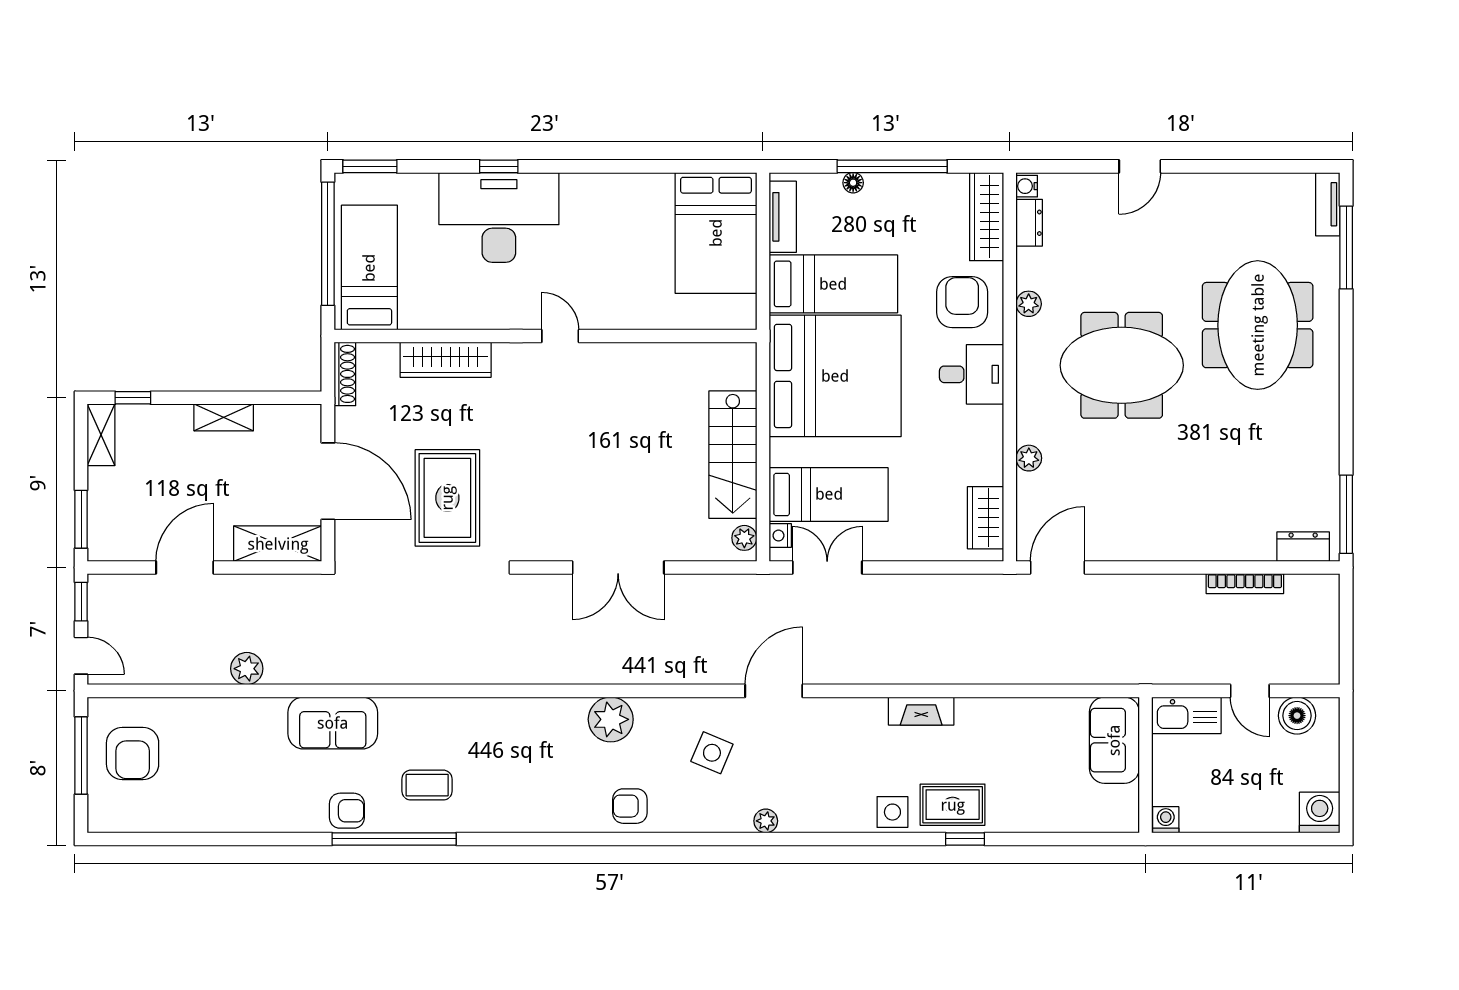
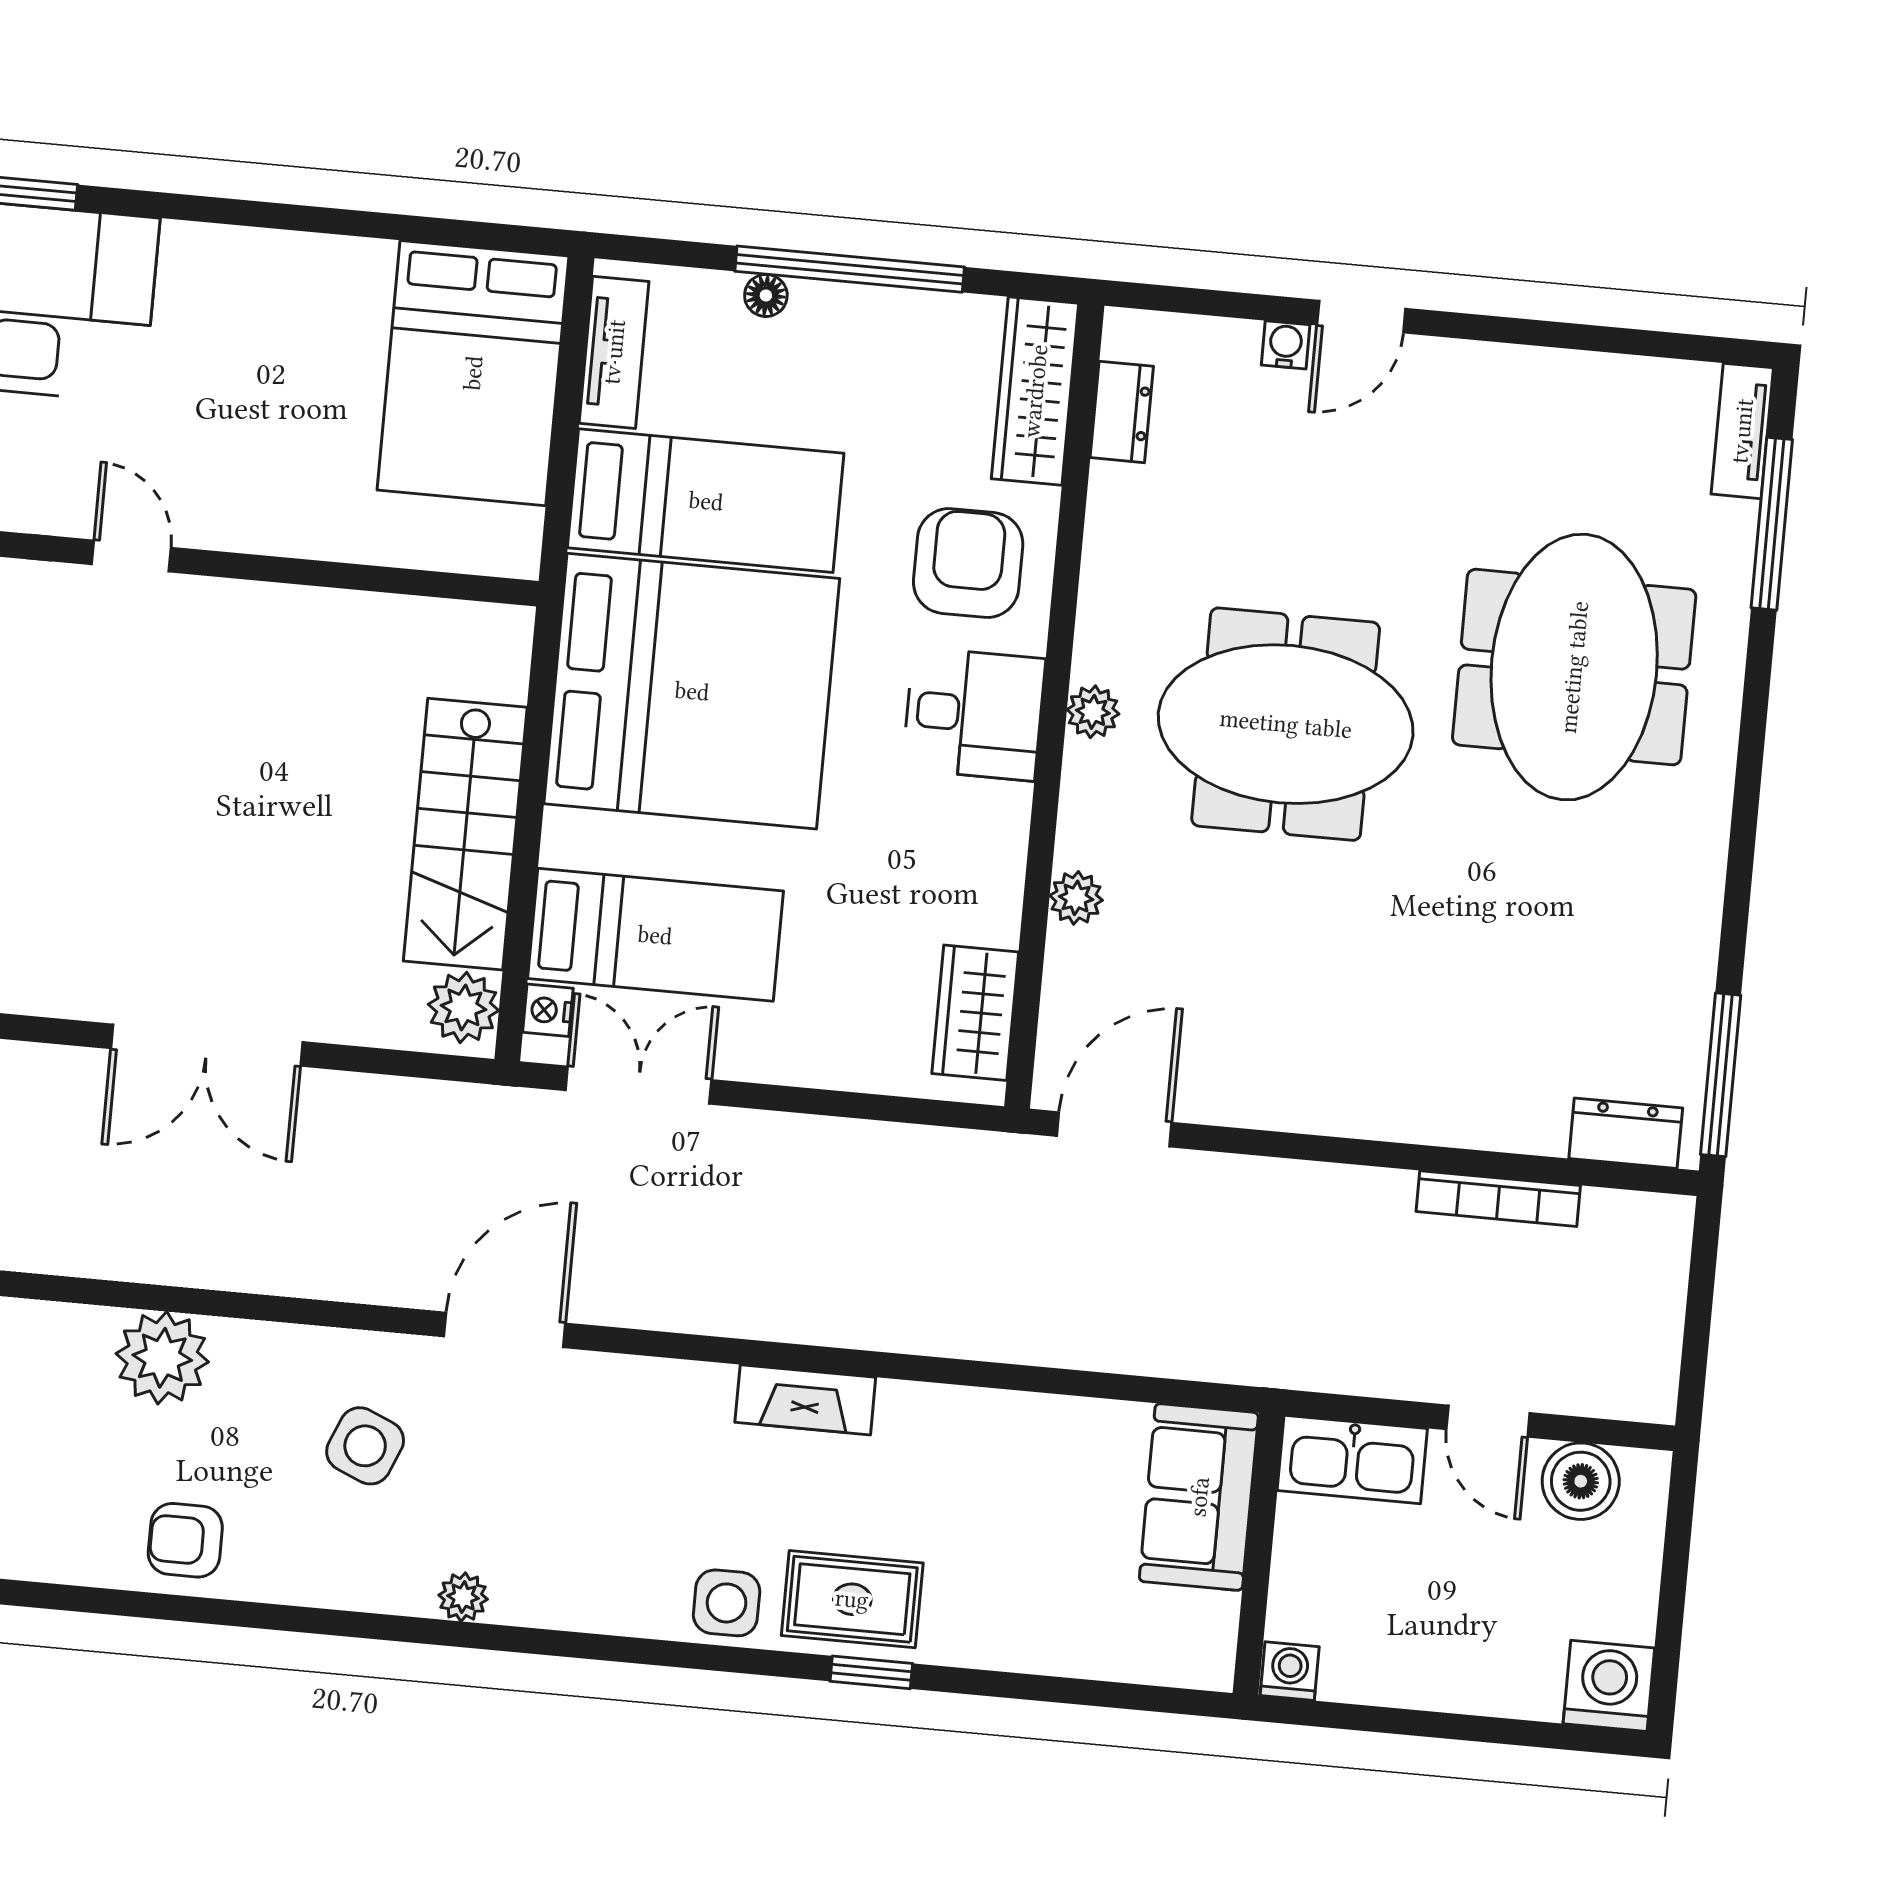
water cooler: (1027, 186) -> (1286, 345), moved, turned 90
plant: (1029, 304) -> (1093, 712), moved
plant: (744, 538) -> (463, 1007), width x1.38, depth x1.38

